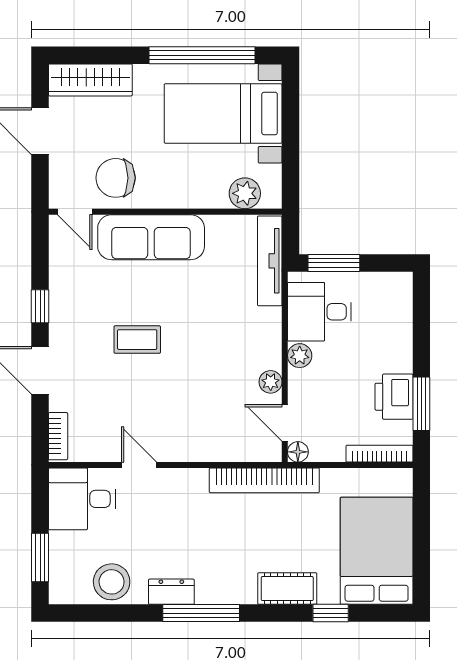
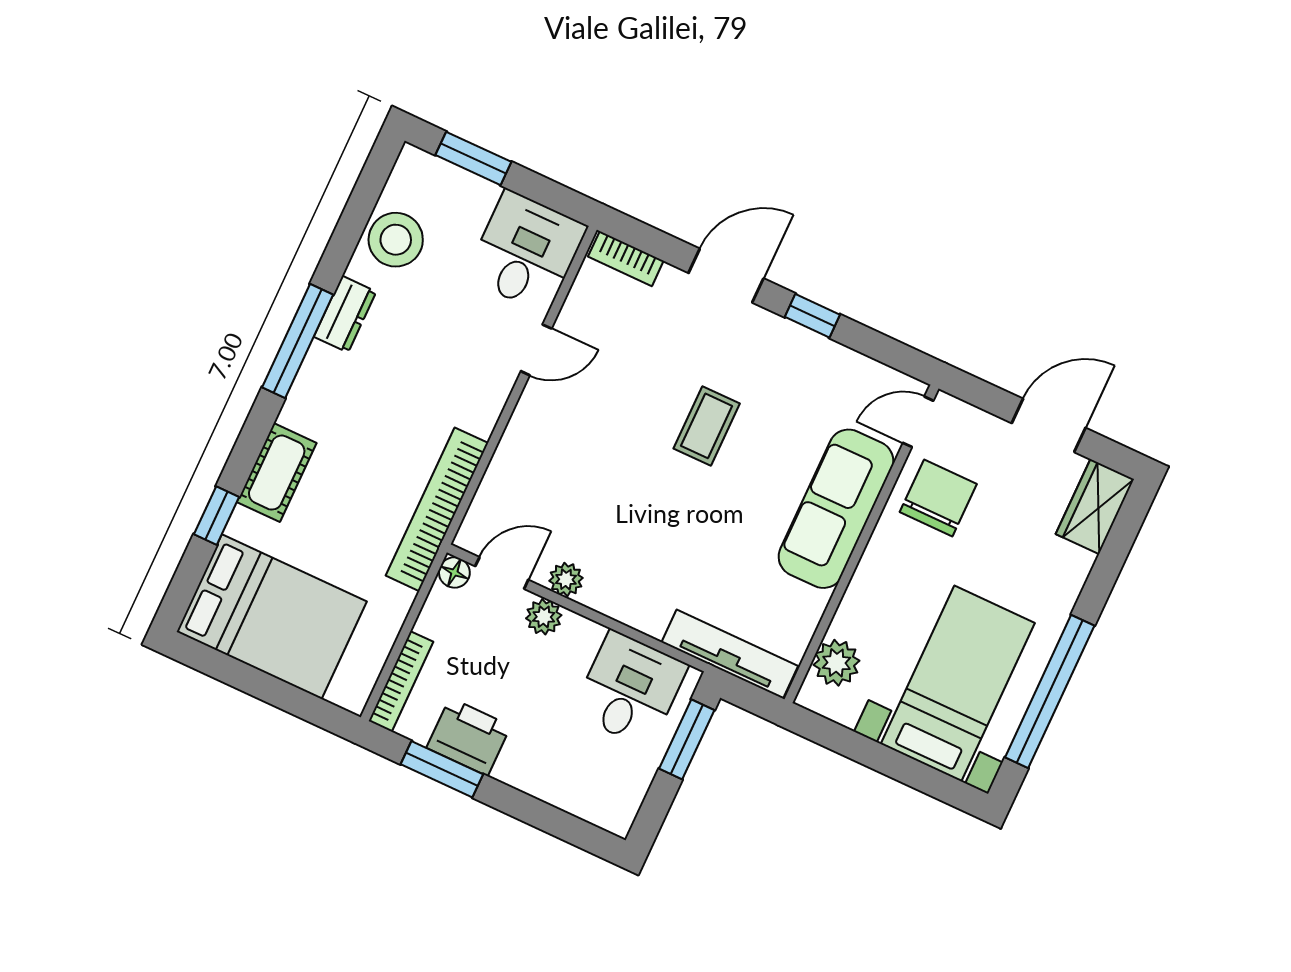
wardrobe: (90, 80) -> (1095, 507), width x0.67
plant: (300, 356) -> (544, 617), moved

